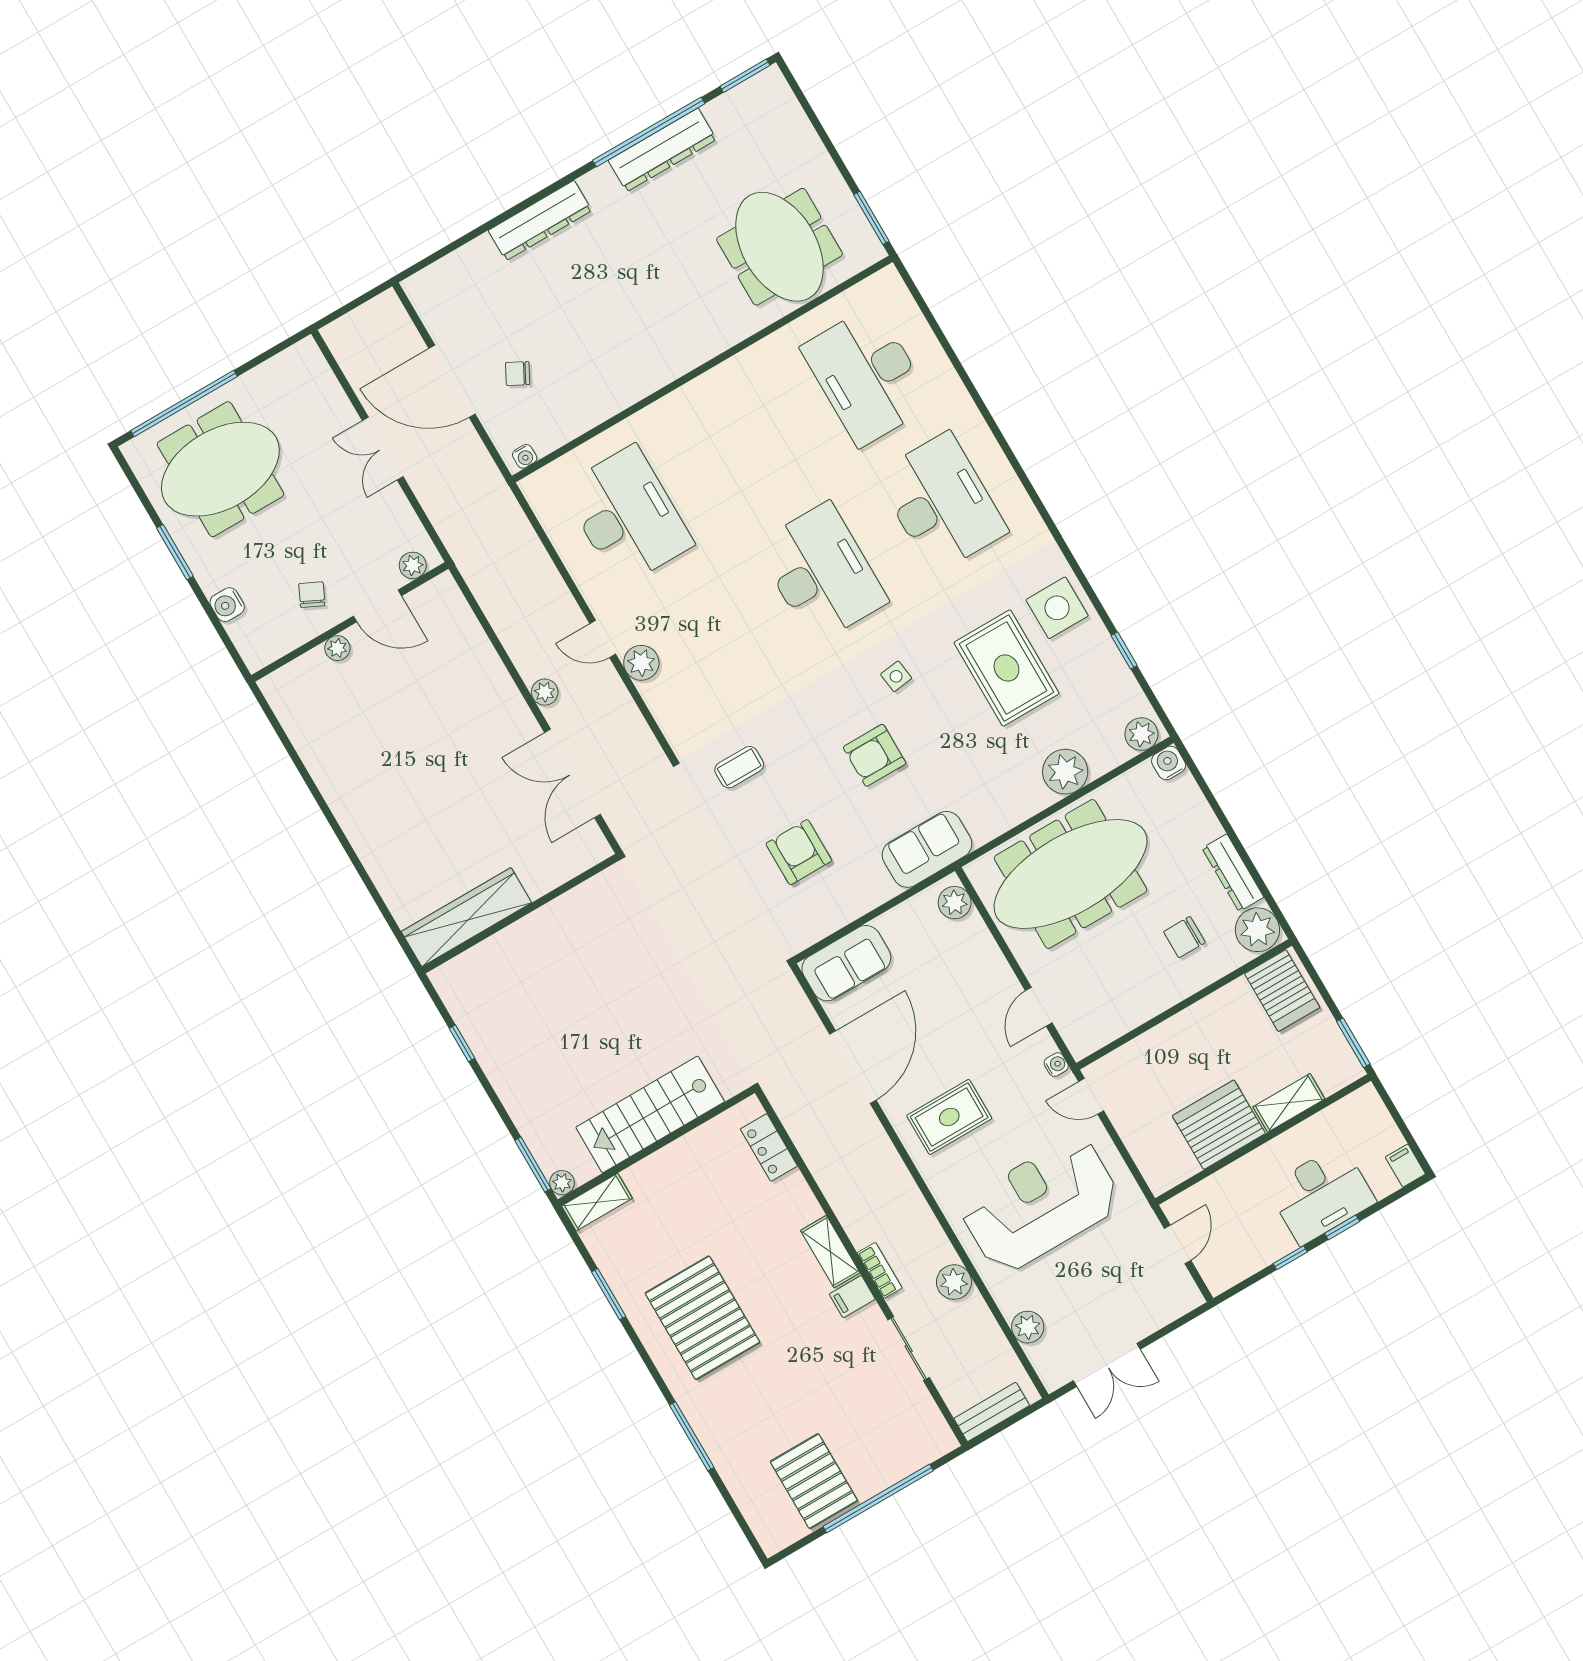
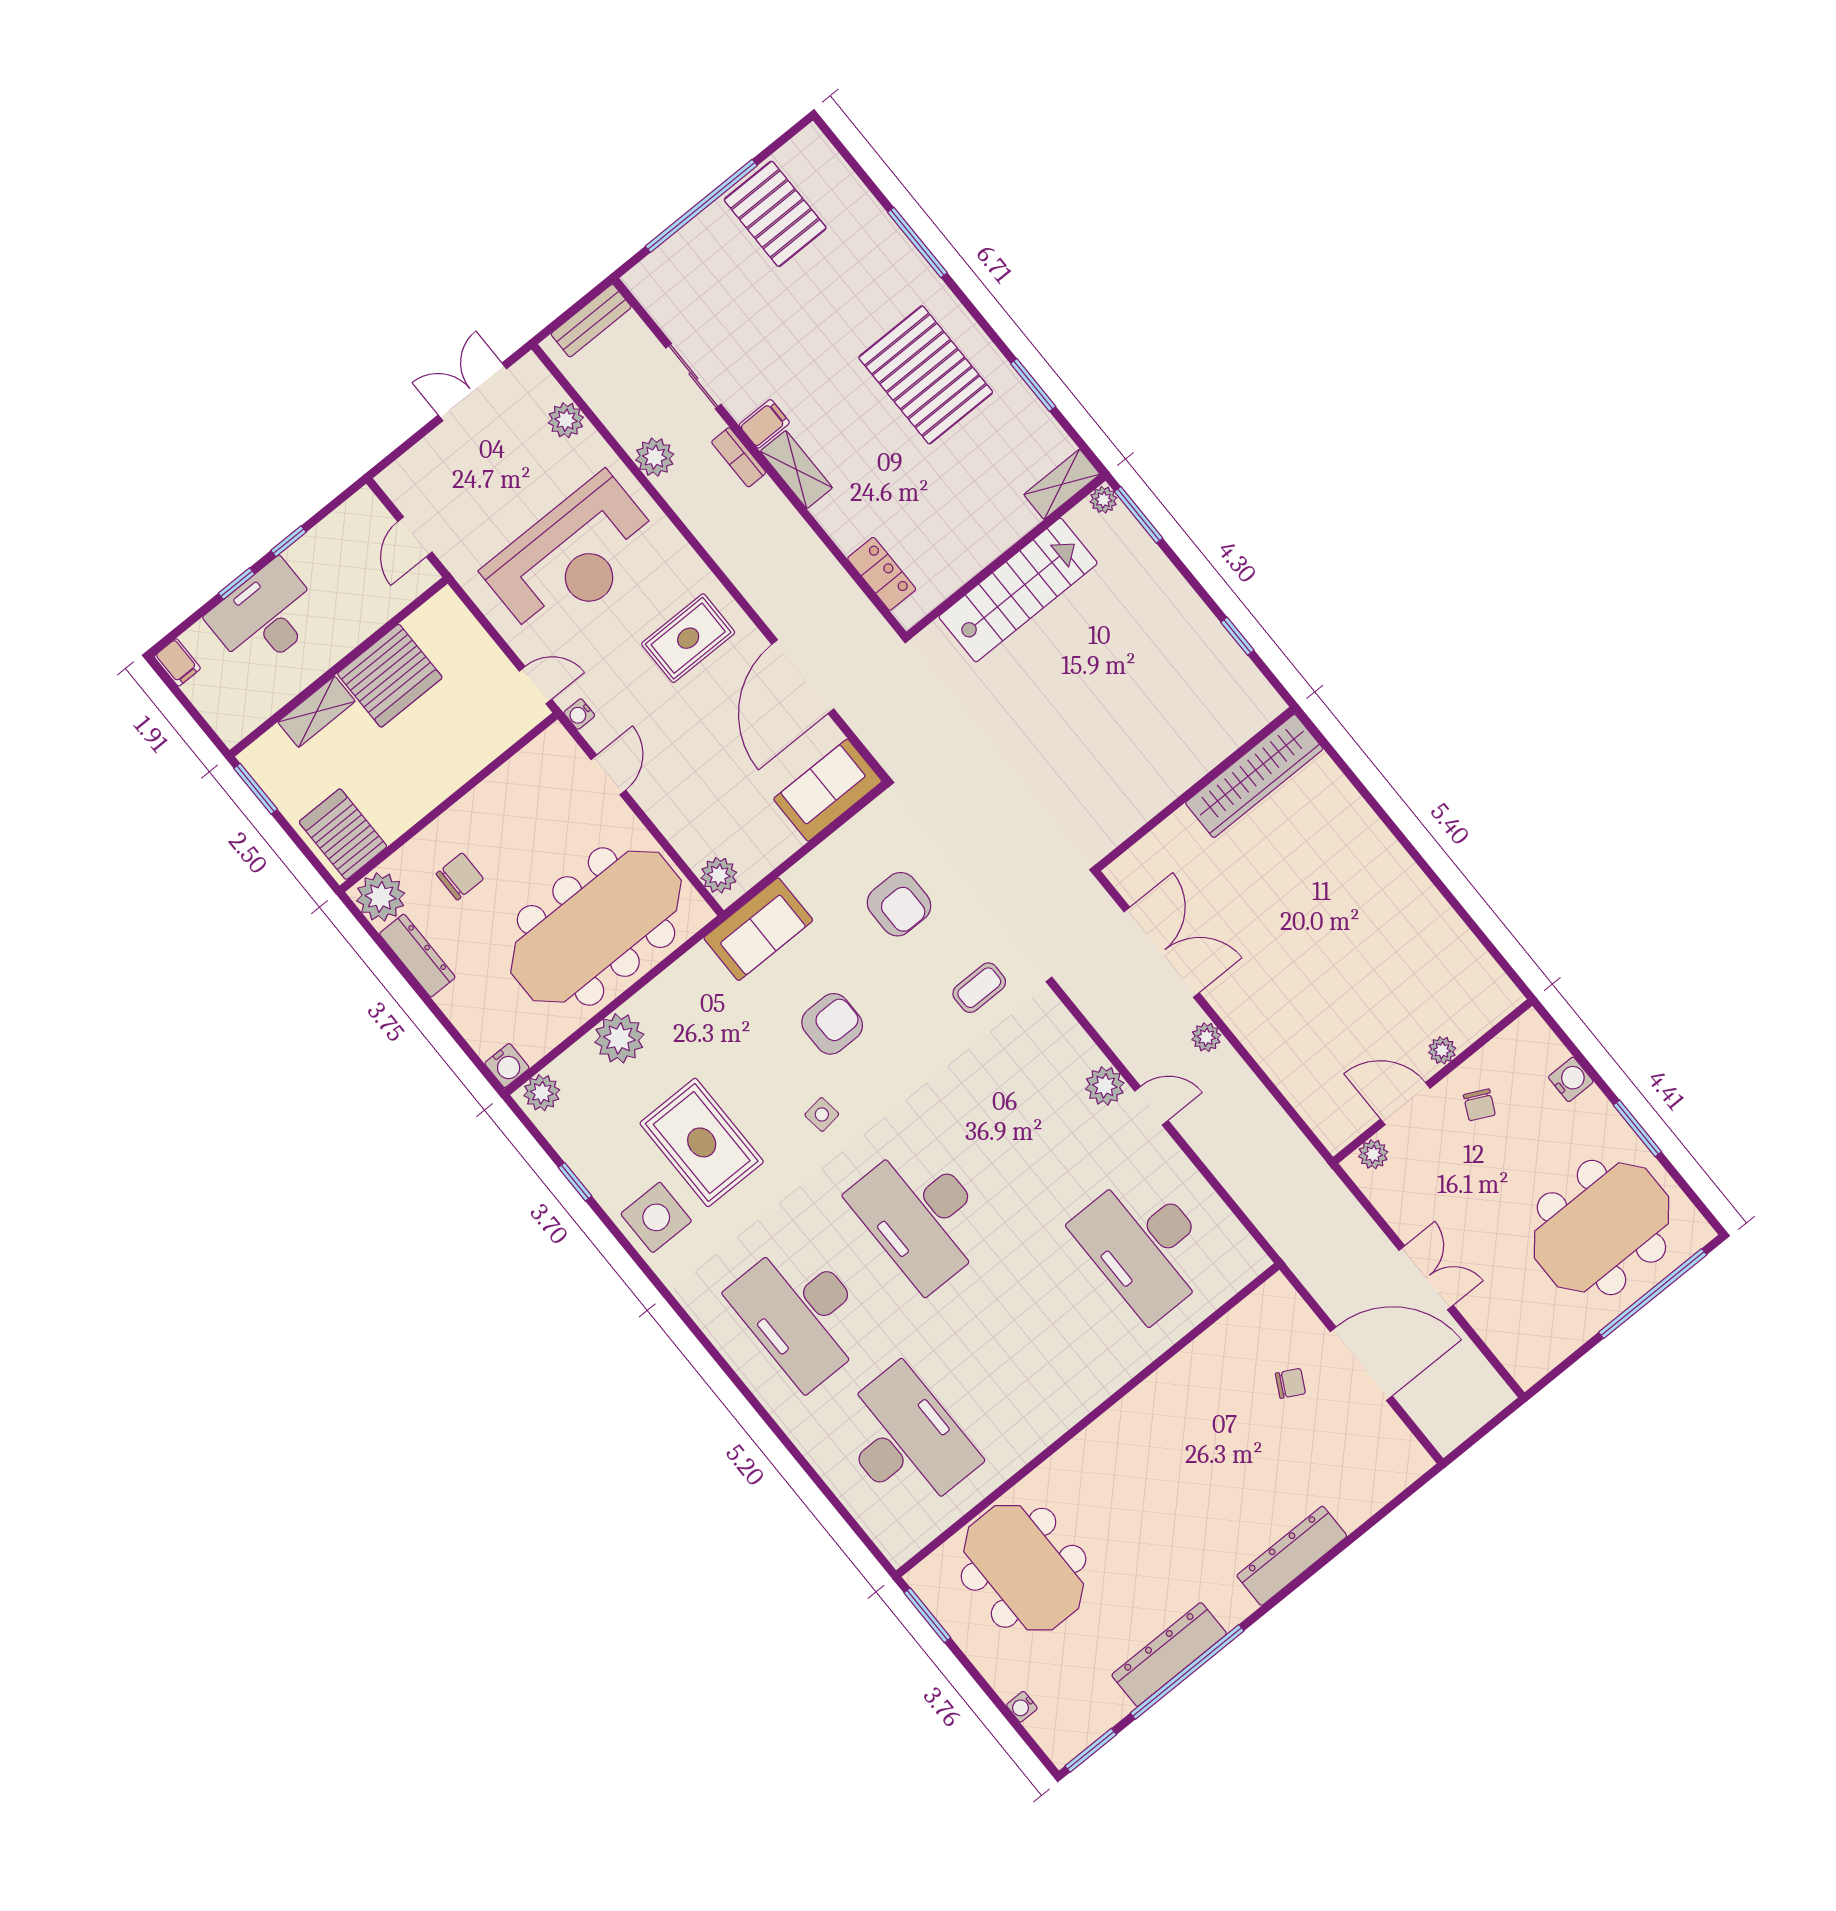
water cooler: (525, 456) -> (1022, 1707), moved, turned -90

